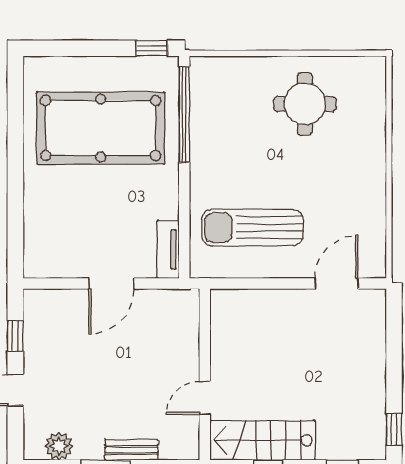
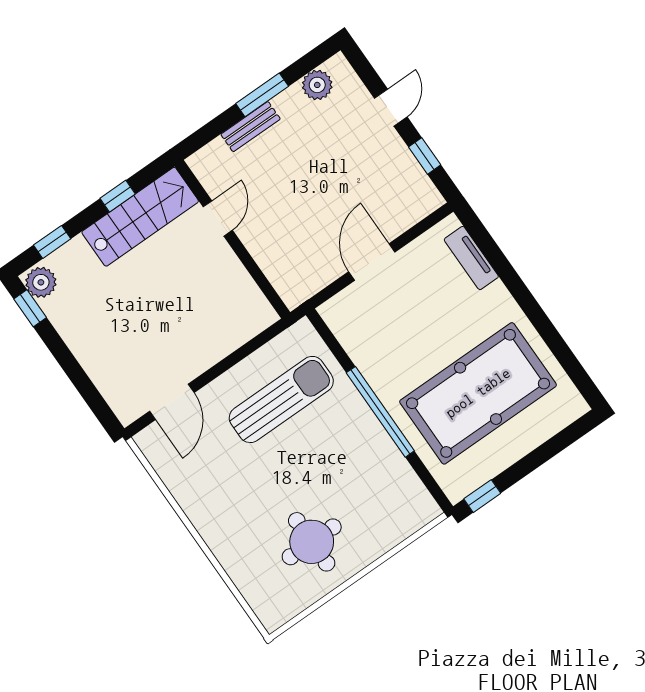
window: (184, 115) -> (380, 412), moved
tv unit: (168, 249) -> (471, 258), moved, turned 180
plant: (372, 443) -> (41, 282), added

